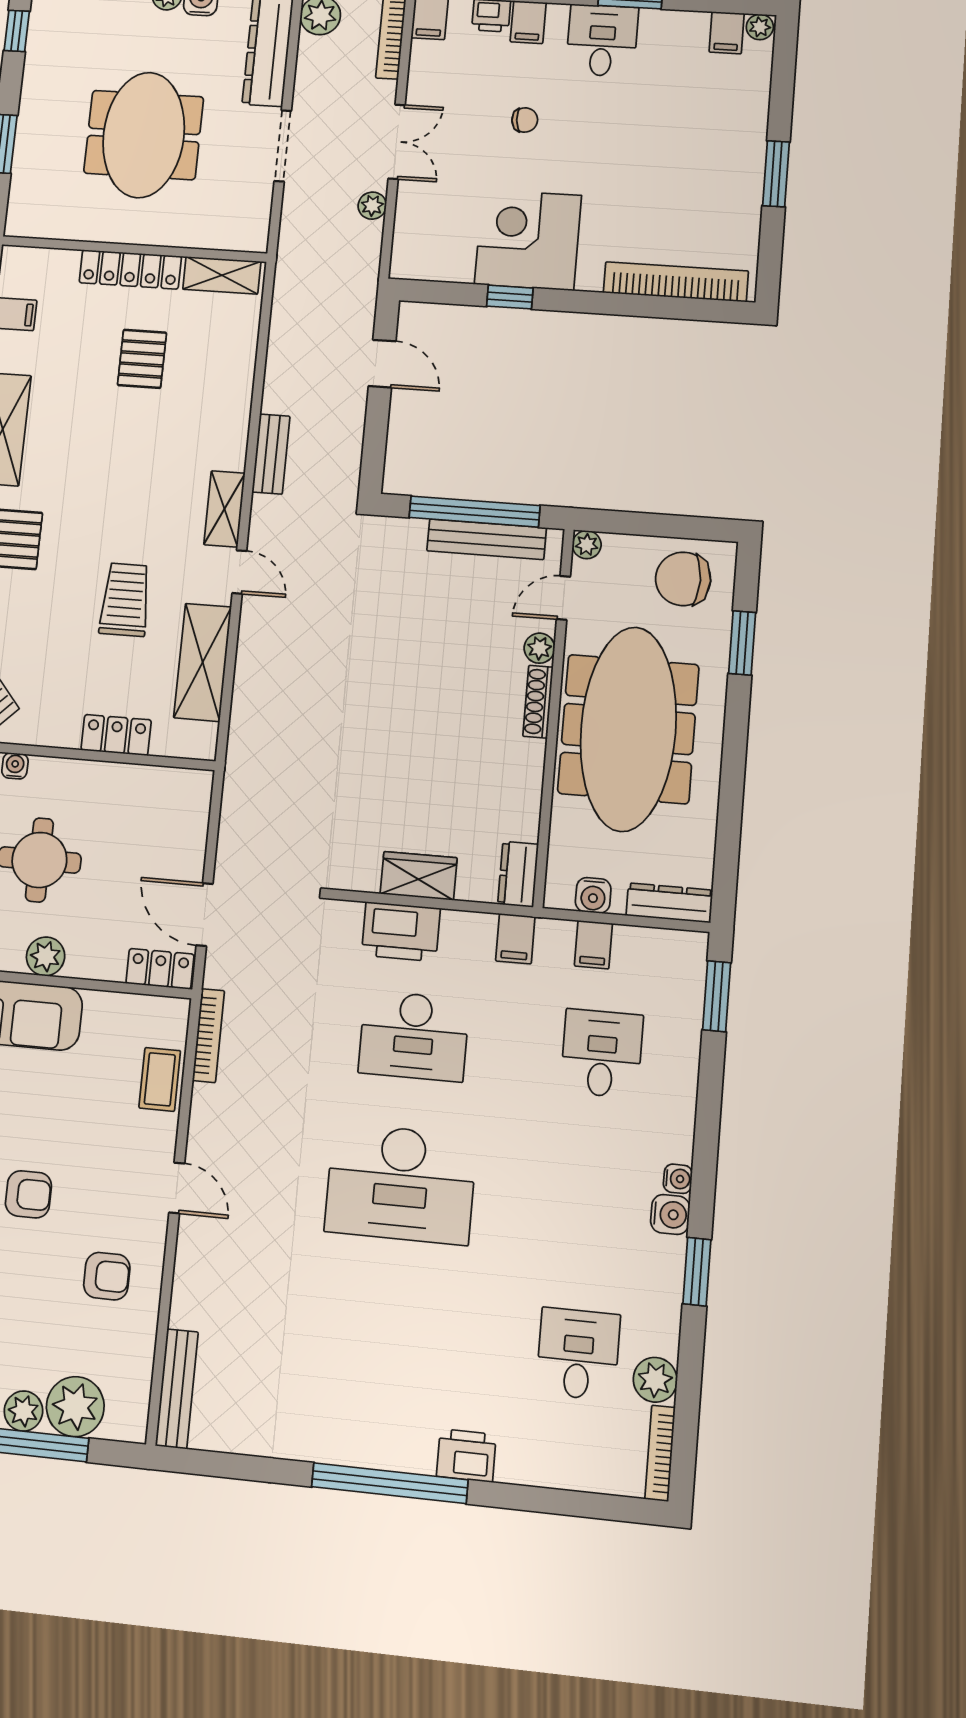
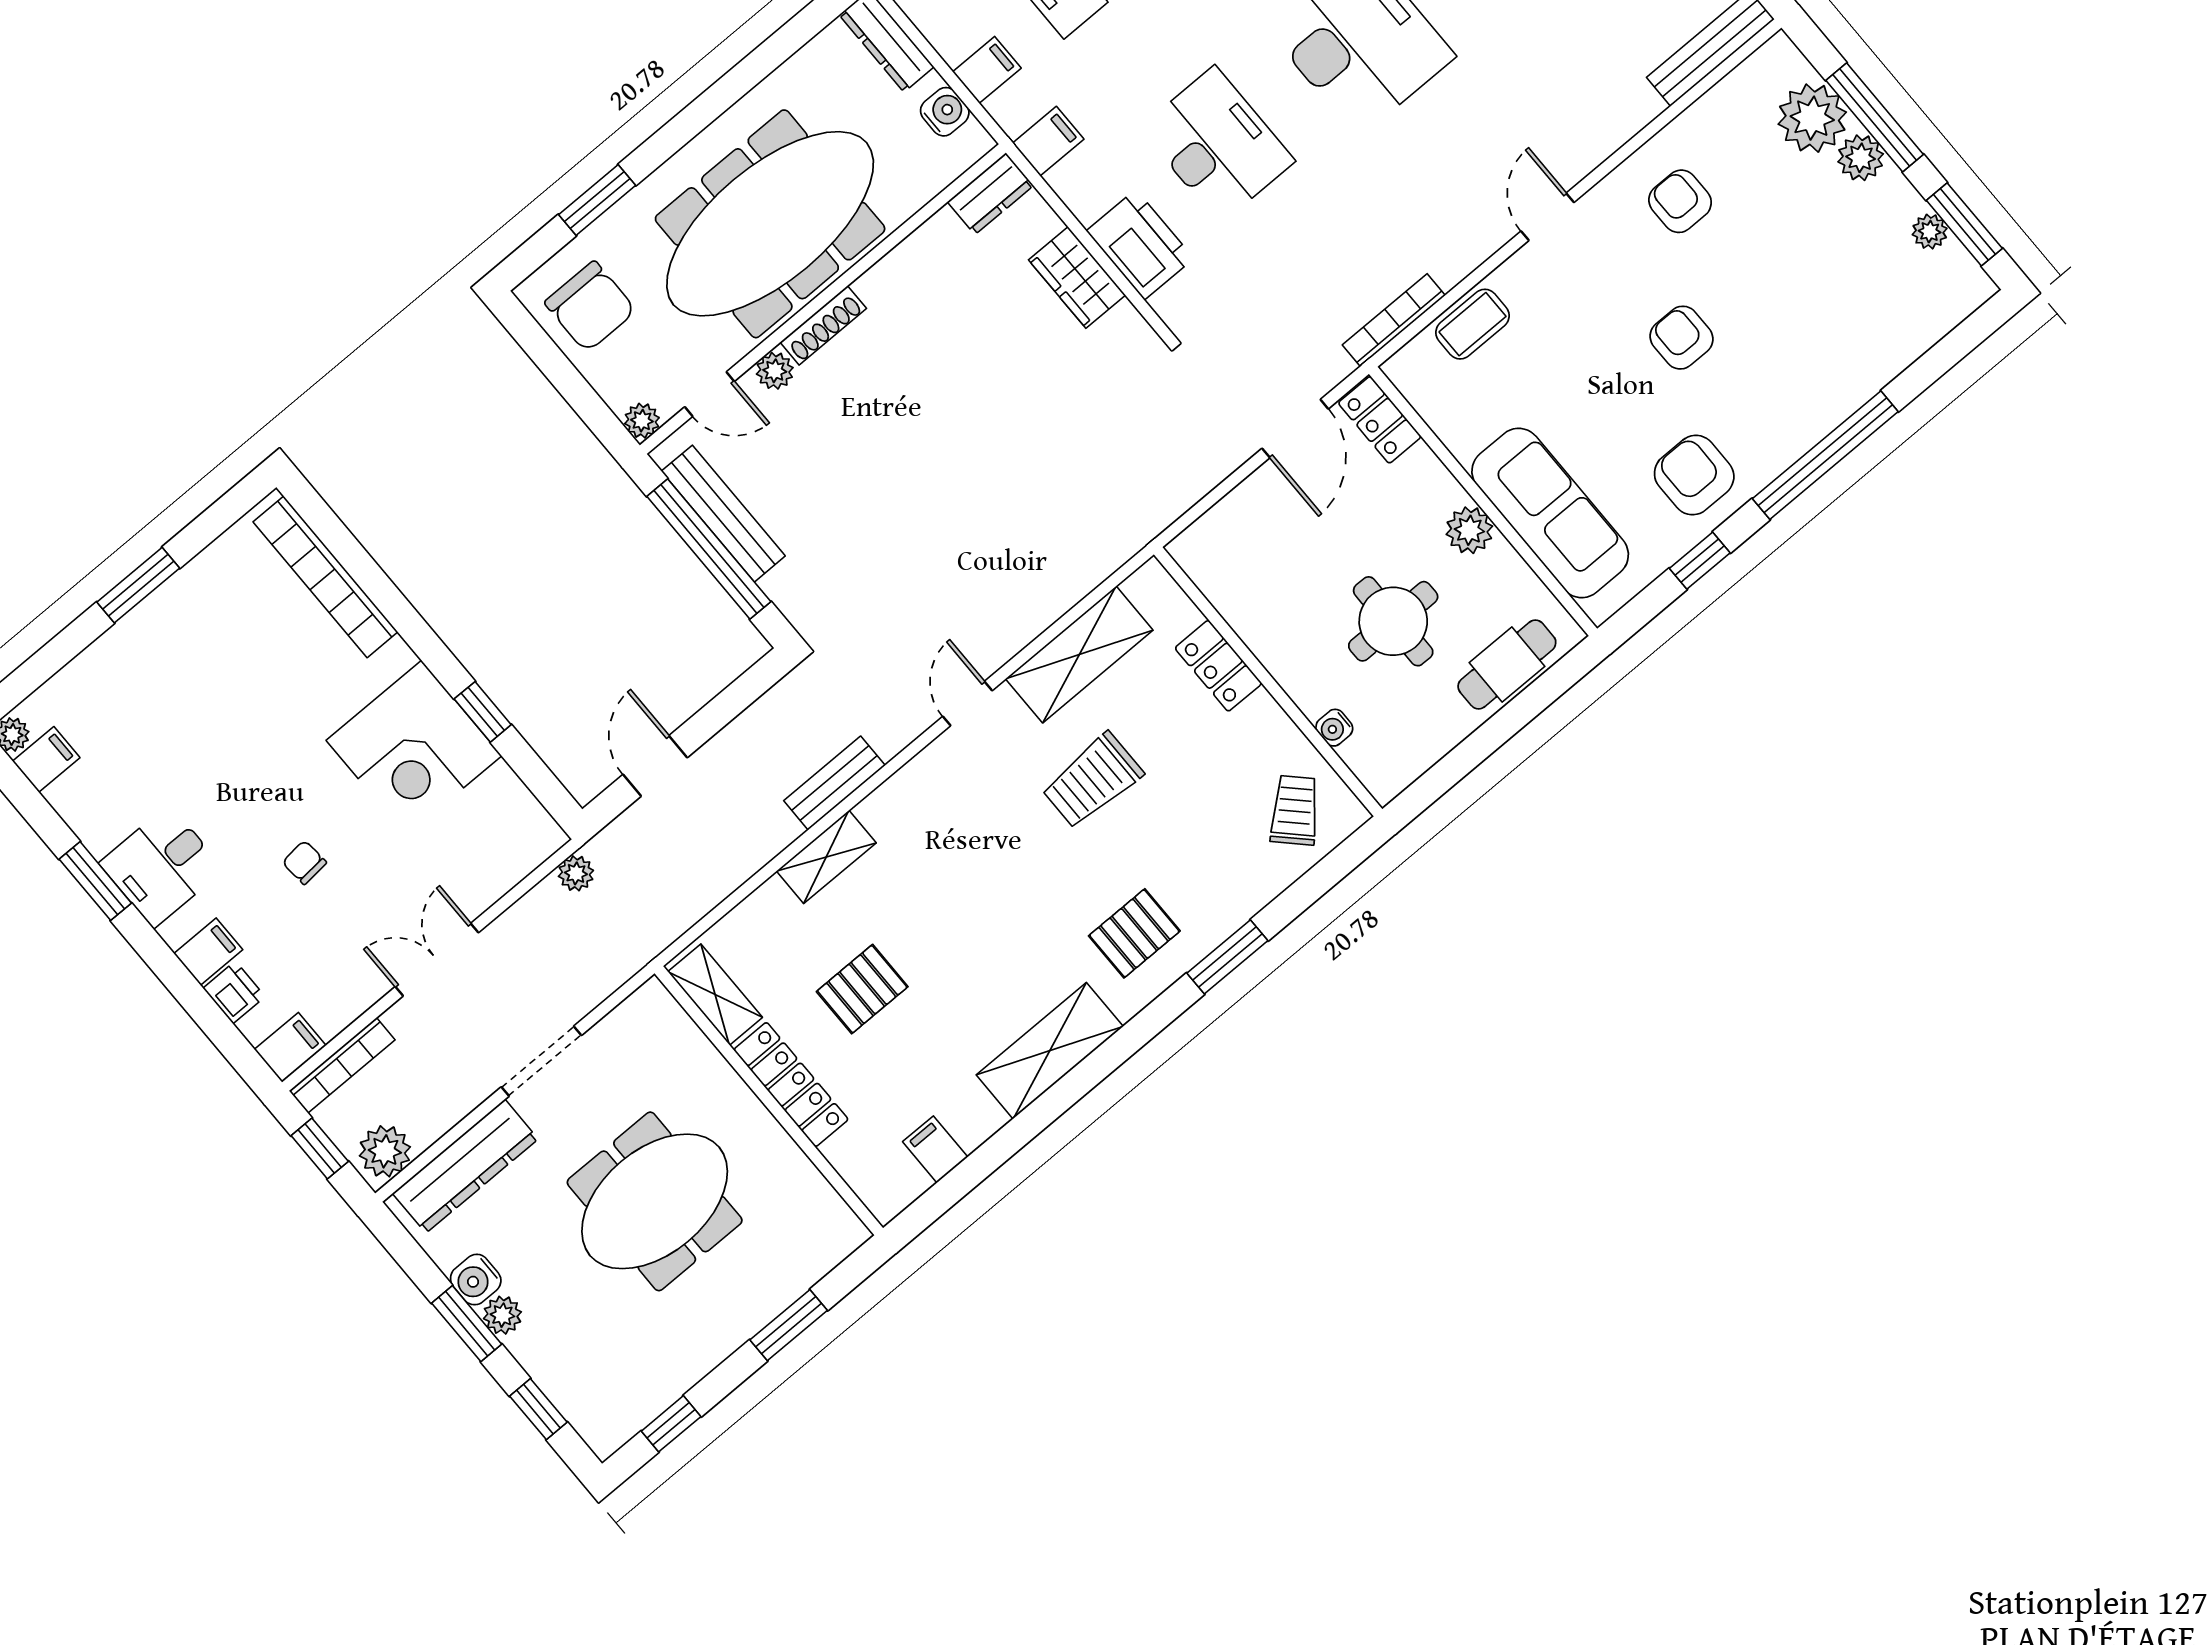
plant: (372, 206) -> (576, 873), moved
shelving: (224, 509) -> (826, 857), moved

